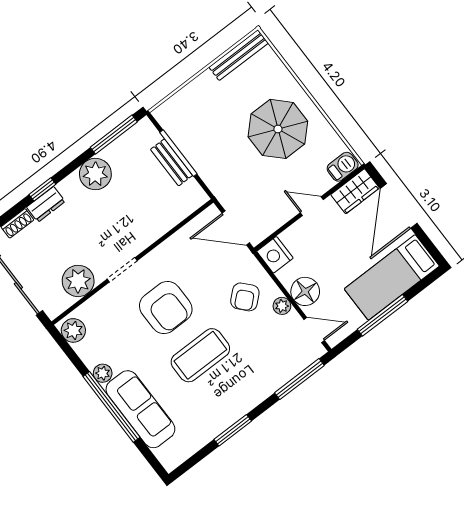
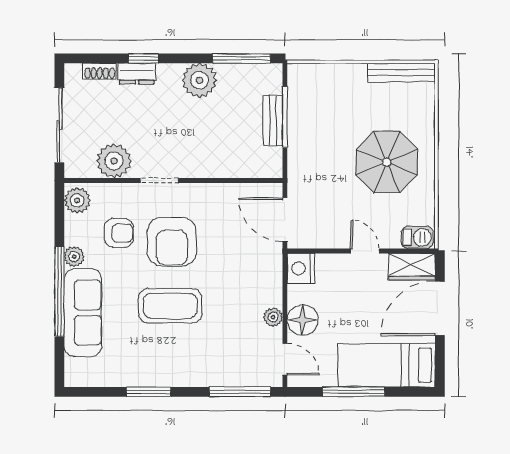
armchair: (245, 297) -> (119, 233), moved, turned -137

